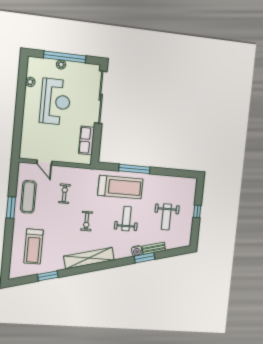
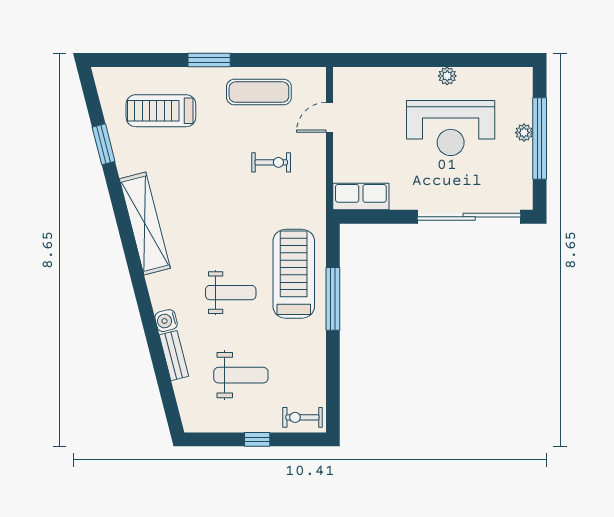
plant: (30, 82) -> (447, 76), moved
row of seats: (87, 140) -> (361, 197), moved
treadmill: (120, 187) -> (294, 274), turned 180
window: (11, 208) -> (209, 60), moved
weight bench: (166, 217) -> (241, 375), turned 180
exercise bike: (87, 221) -> (302, 417), moved
window: (145, 258) -> (153, 338), removed

